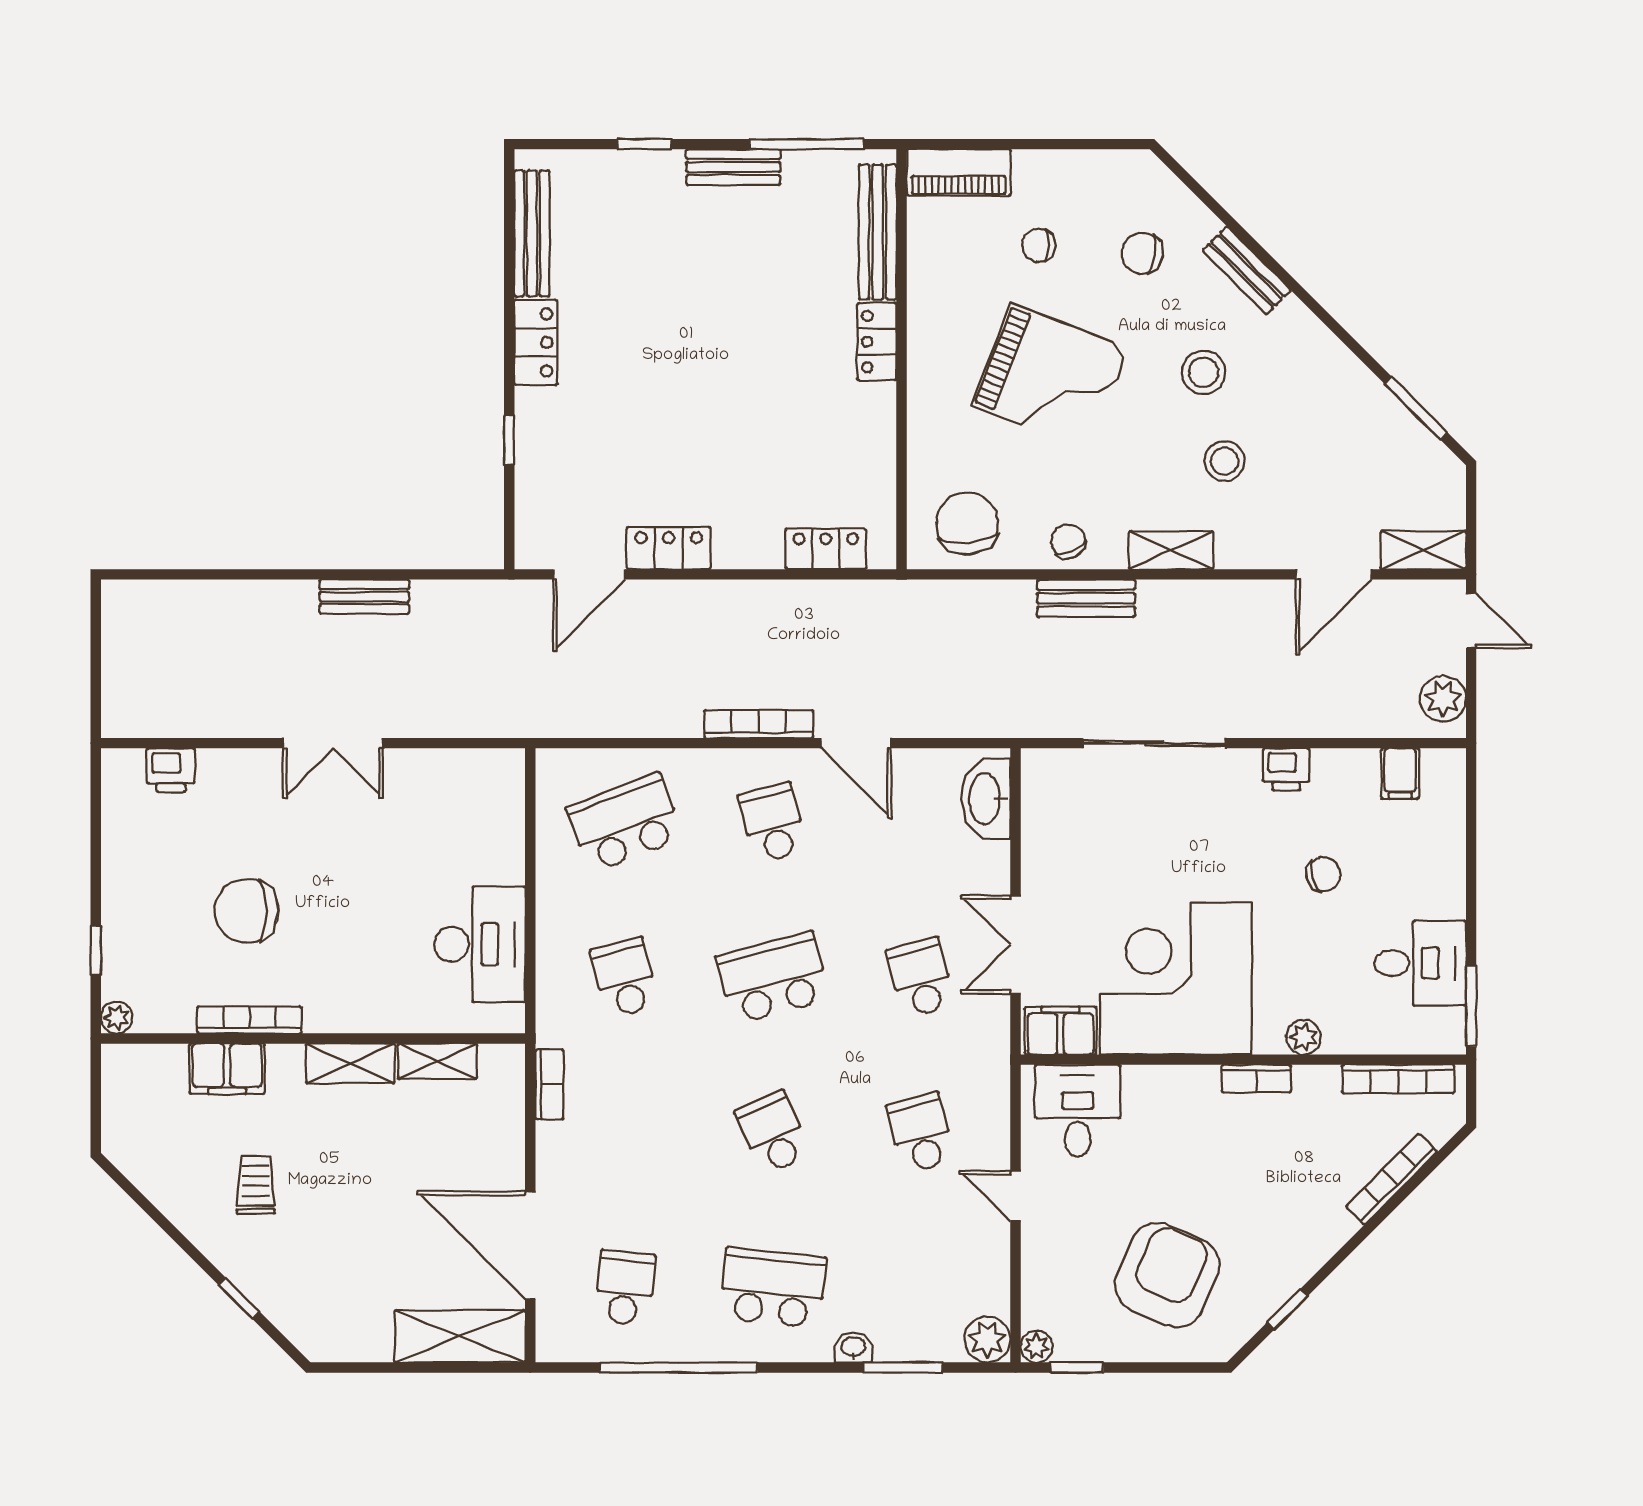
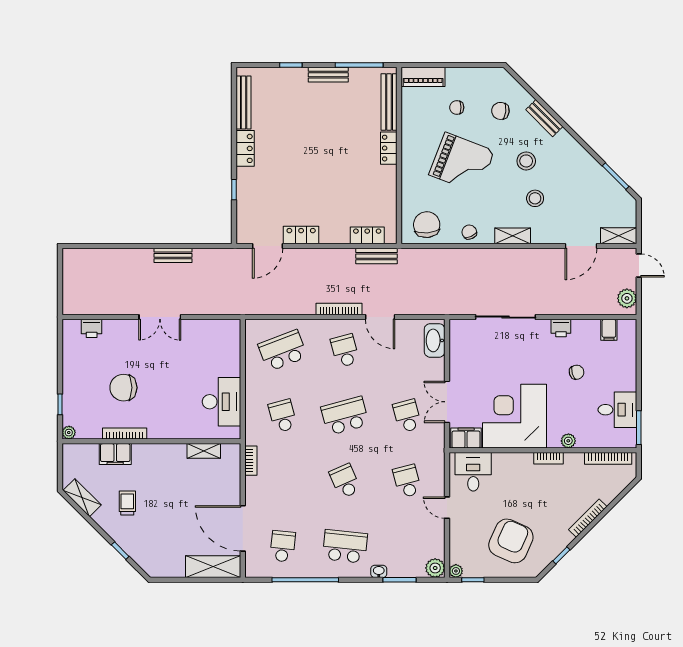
bench: (1086, 598) -> (377, 256), moved
shelving: (350, 1063) -> (82, 498), moved, turned 45
bookcase: (1392, 1179) -> (588, 518), moved

